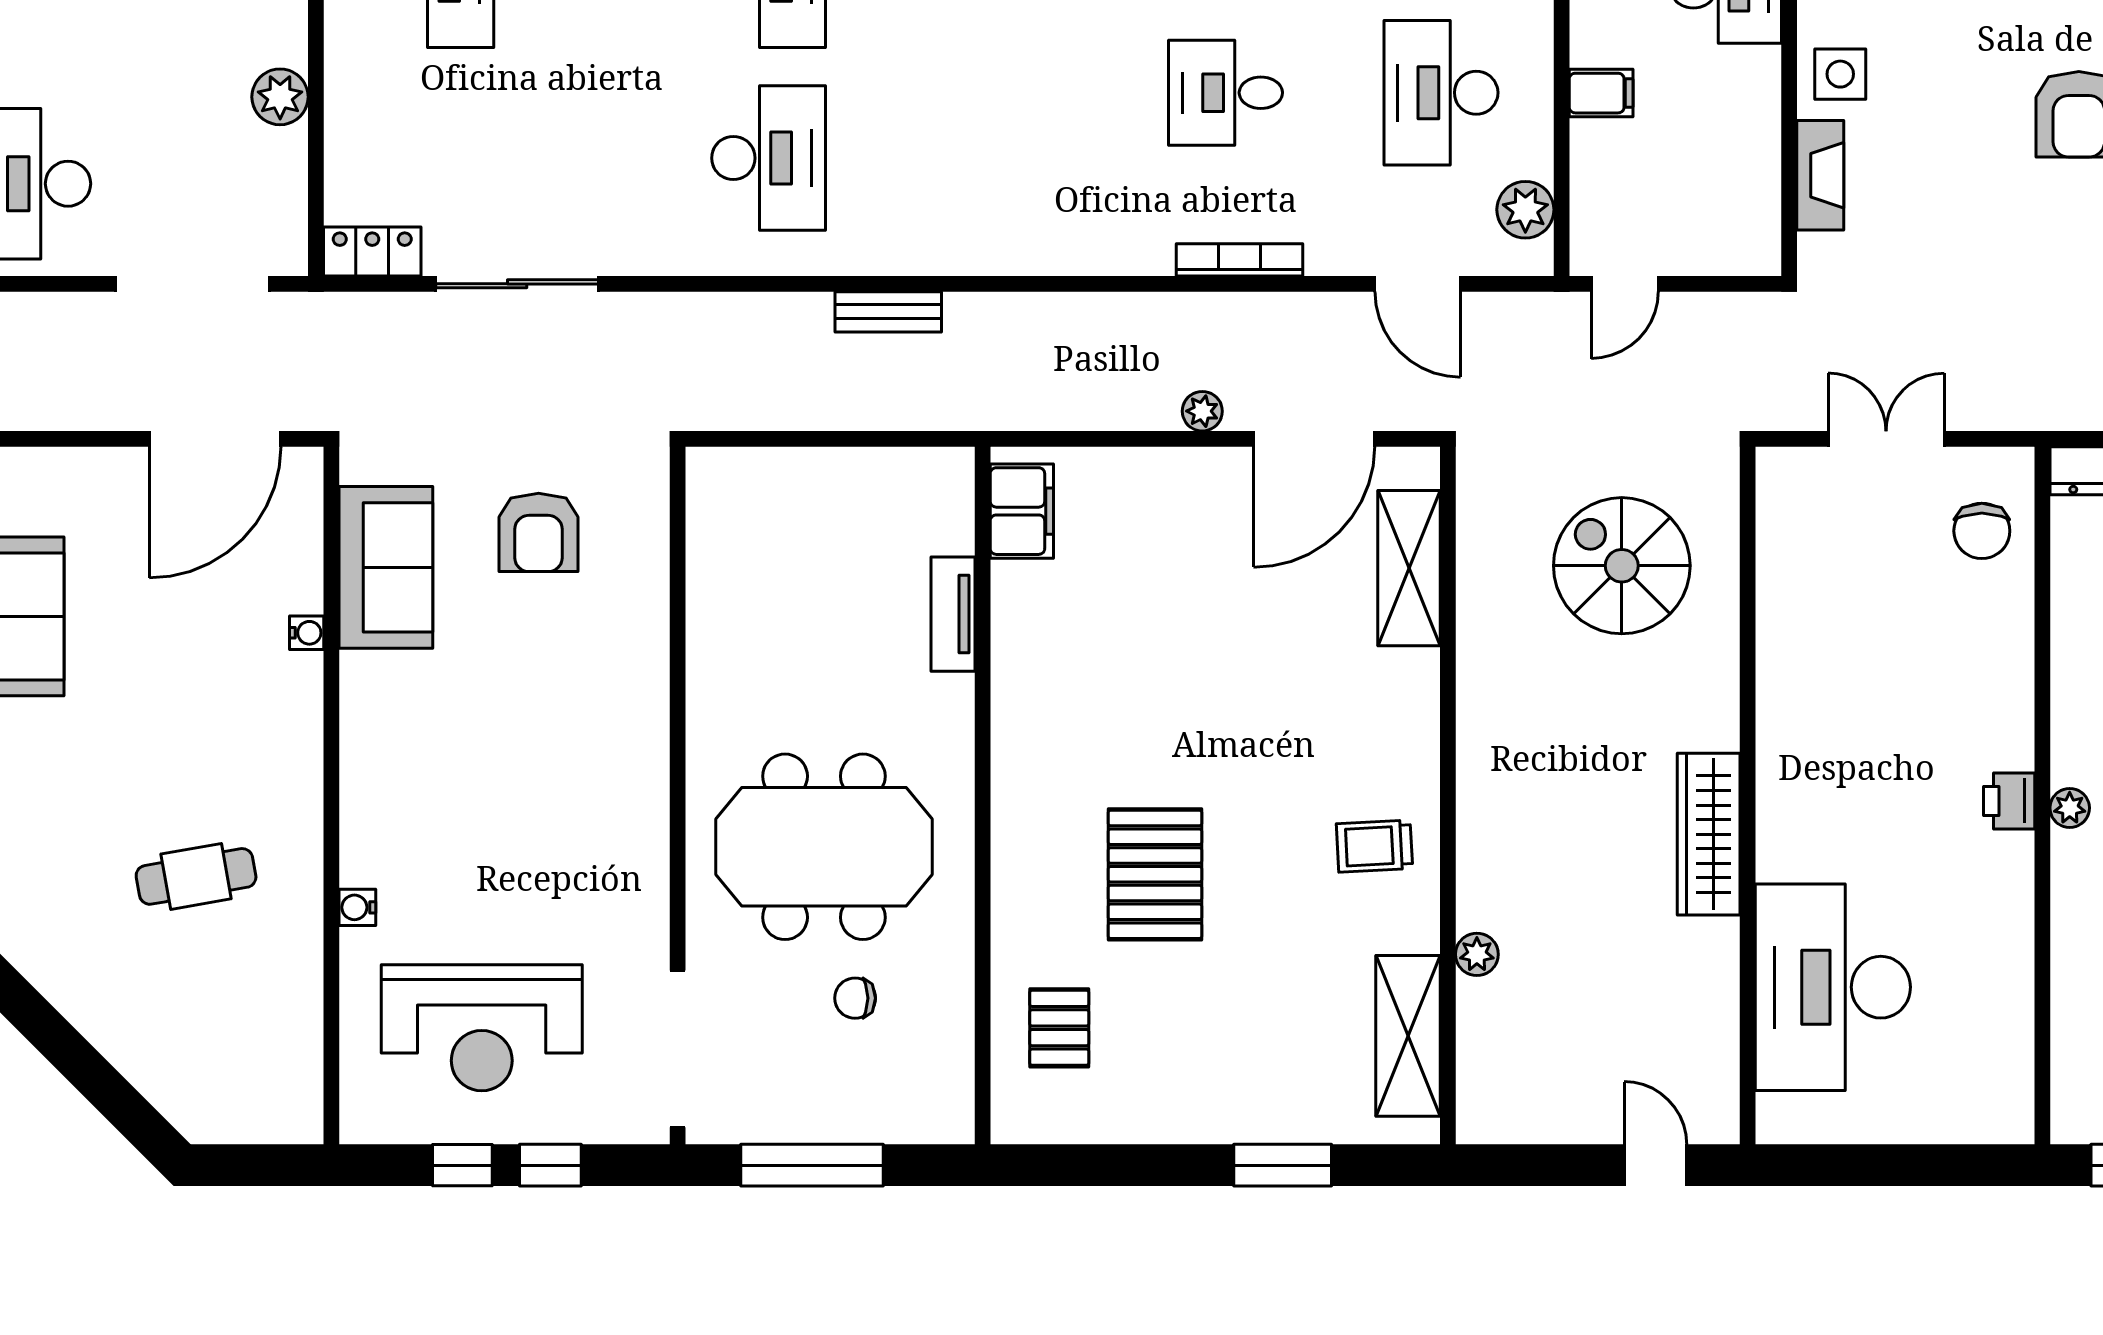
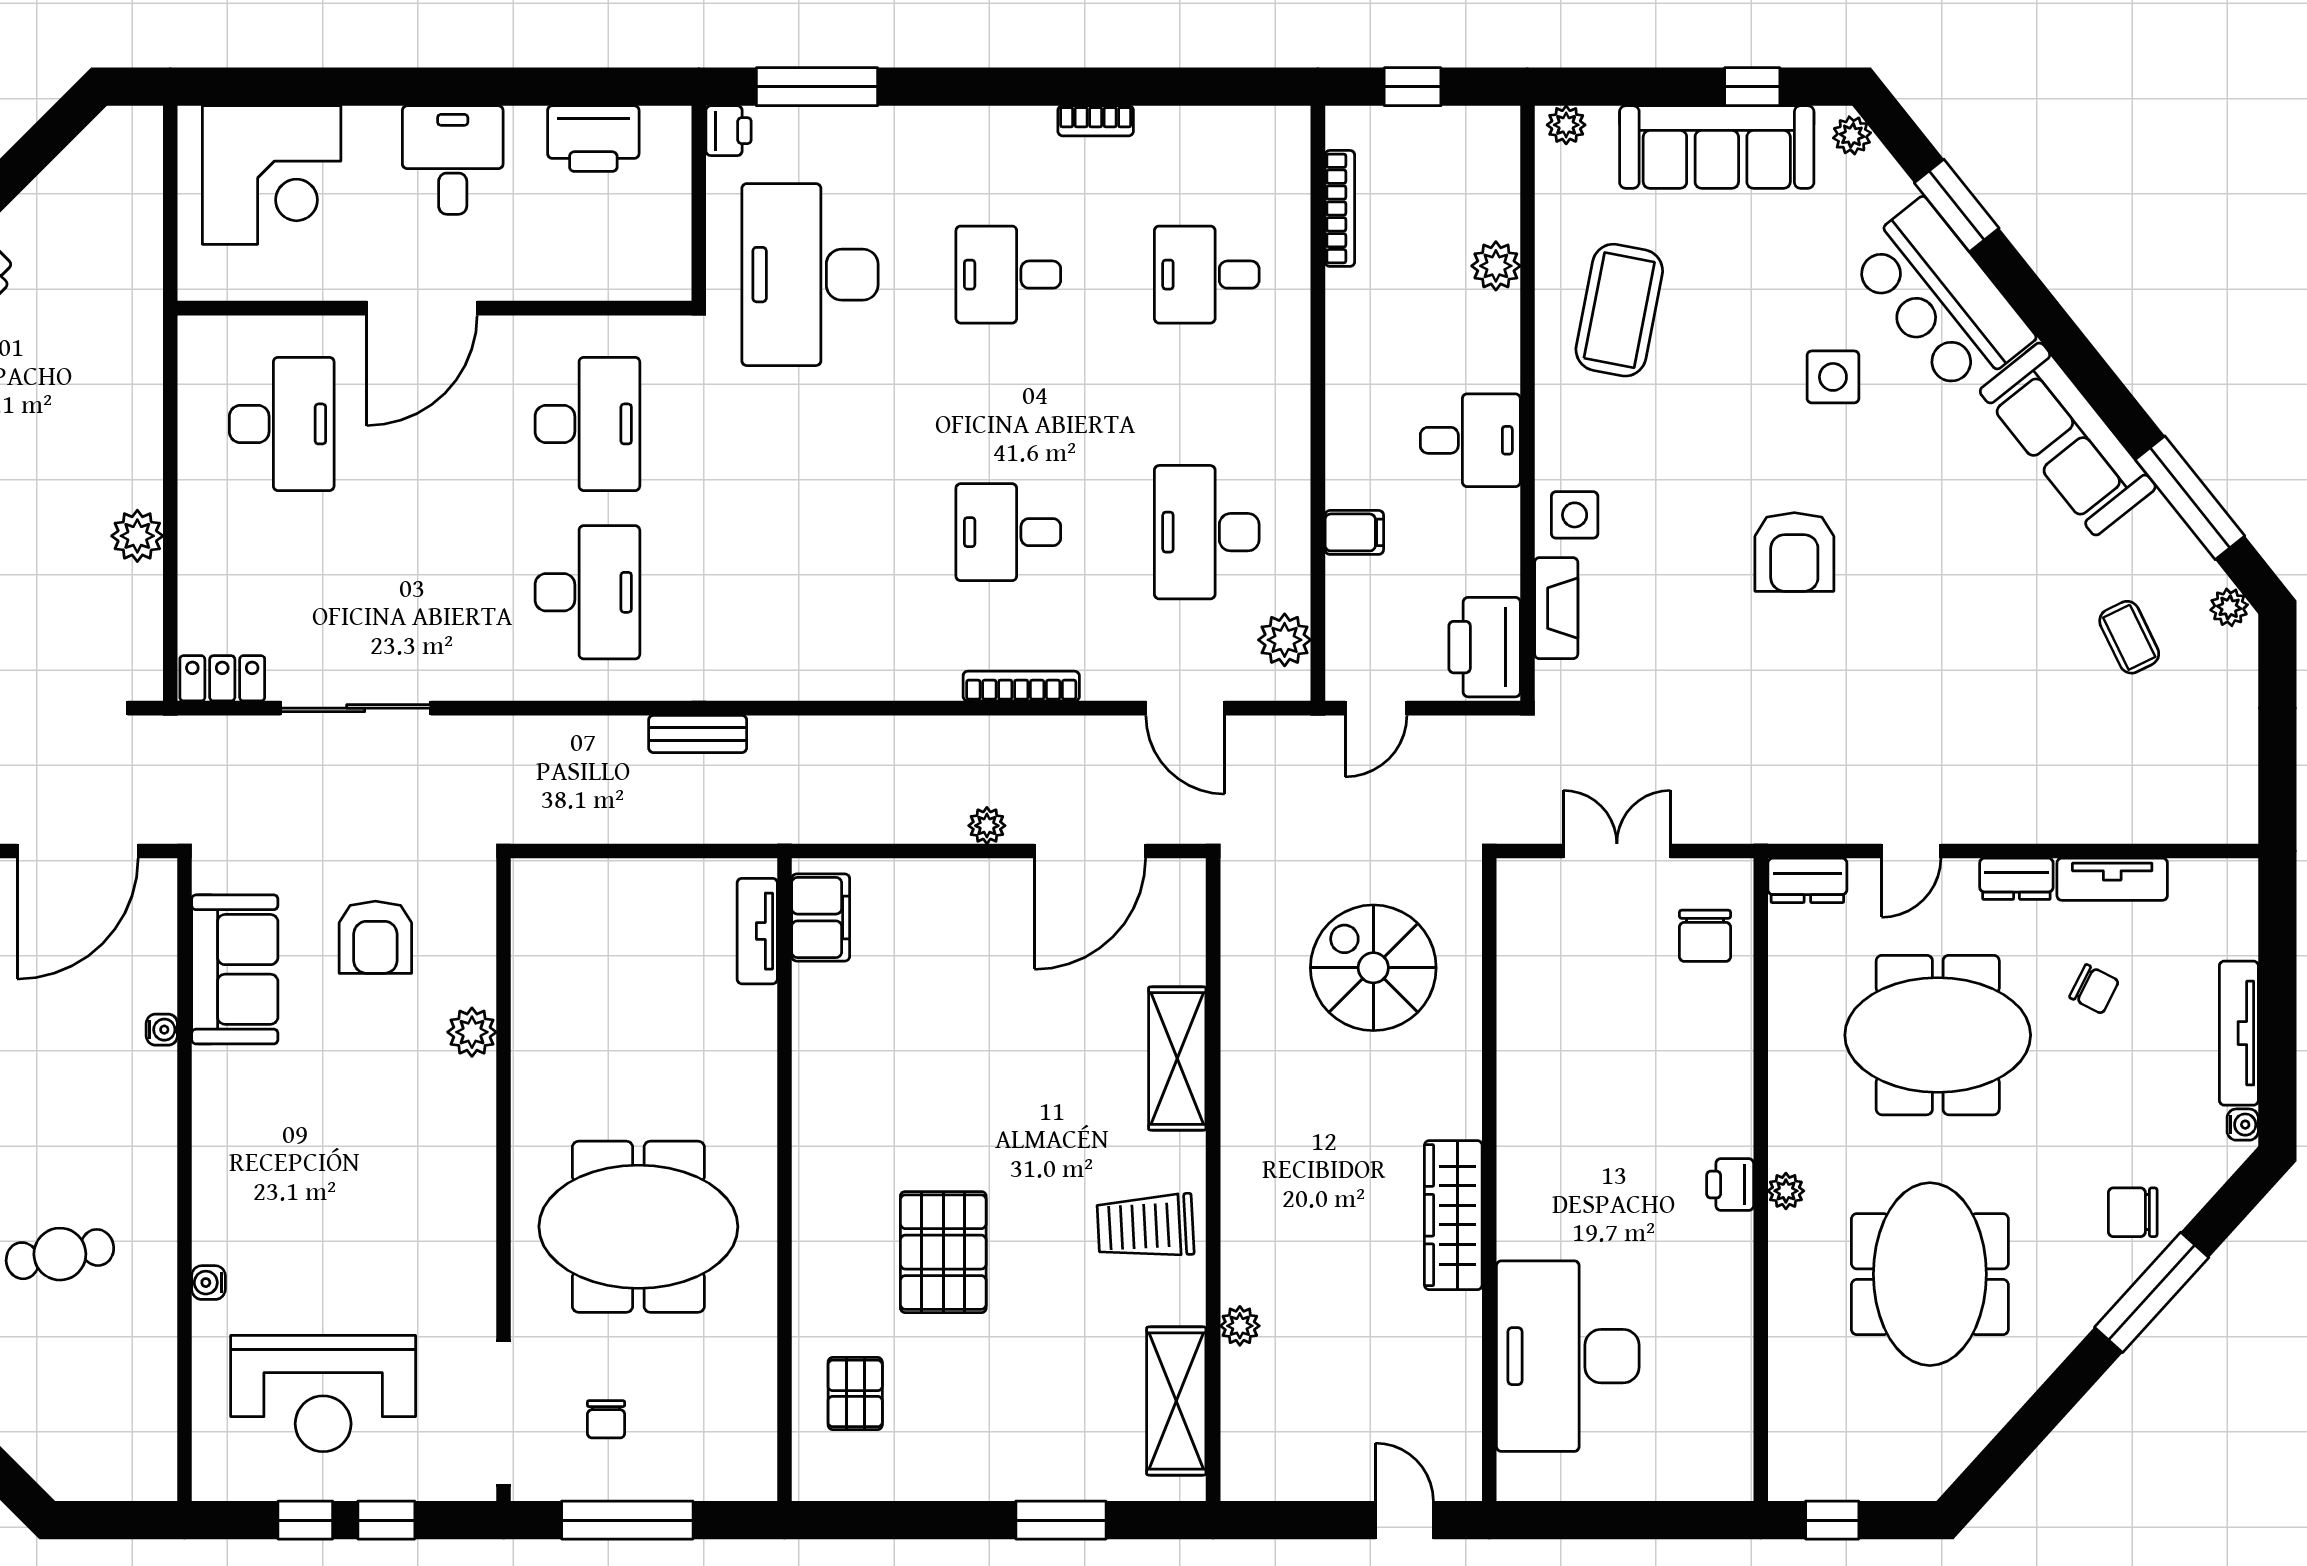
printer: (1743, 218) -> (1485, 647), added
shelving: (1409, 568) -> (1177, 1058), moved
tv unit: (953, 614) -> (757, 931), moved
plant: (643, 635) -> (472, 1032), added
trolley: (1374, 846) -> (1145, 1226), width x1.36, depth x1.39
chair: (855, 998) -> (606, 1419), moved, turned -90

